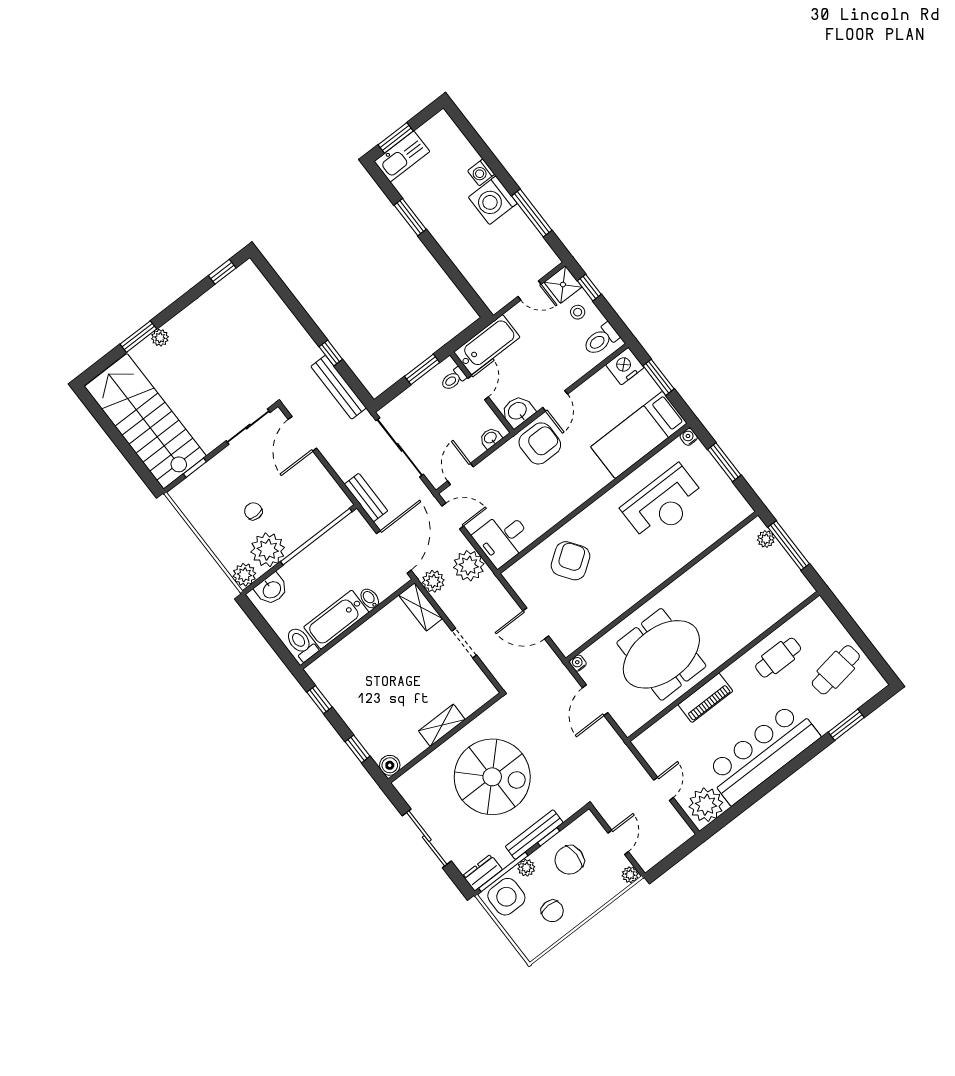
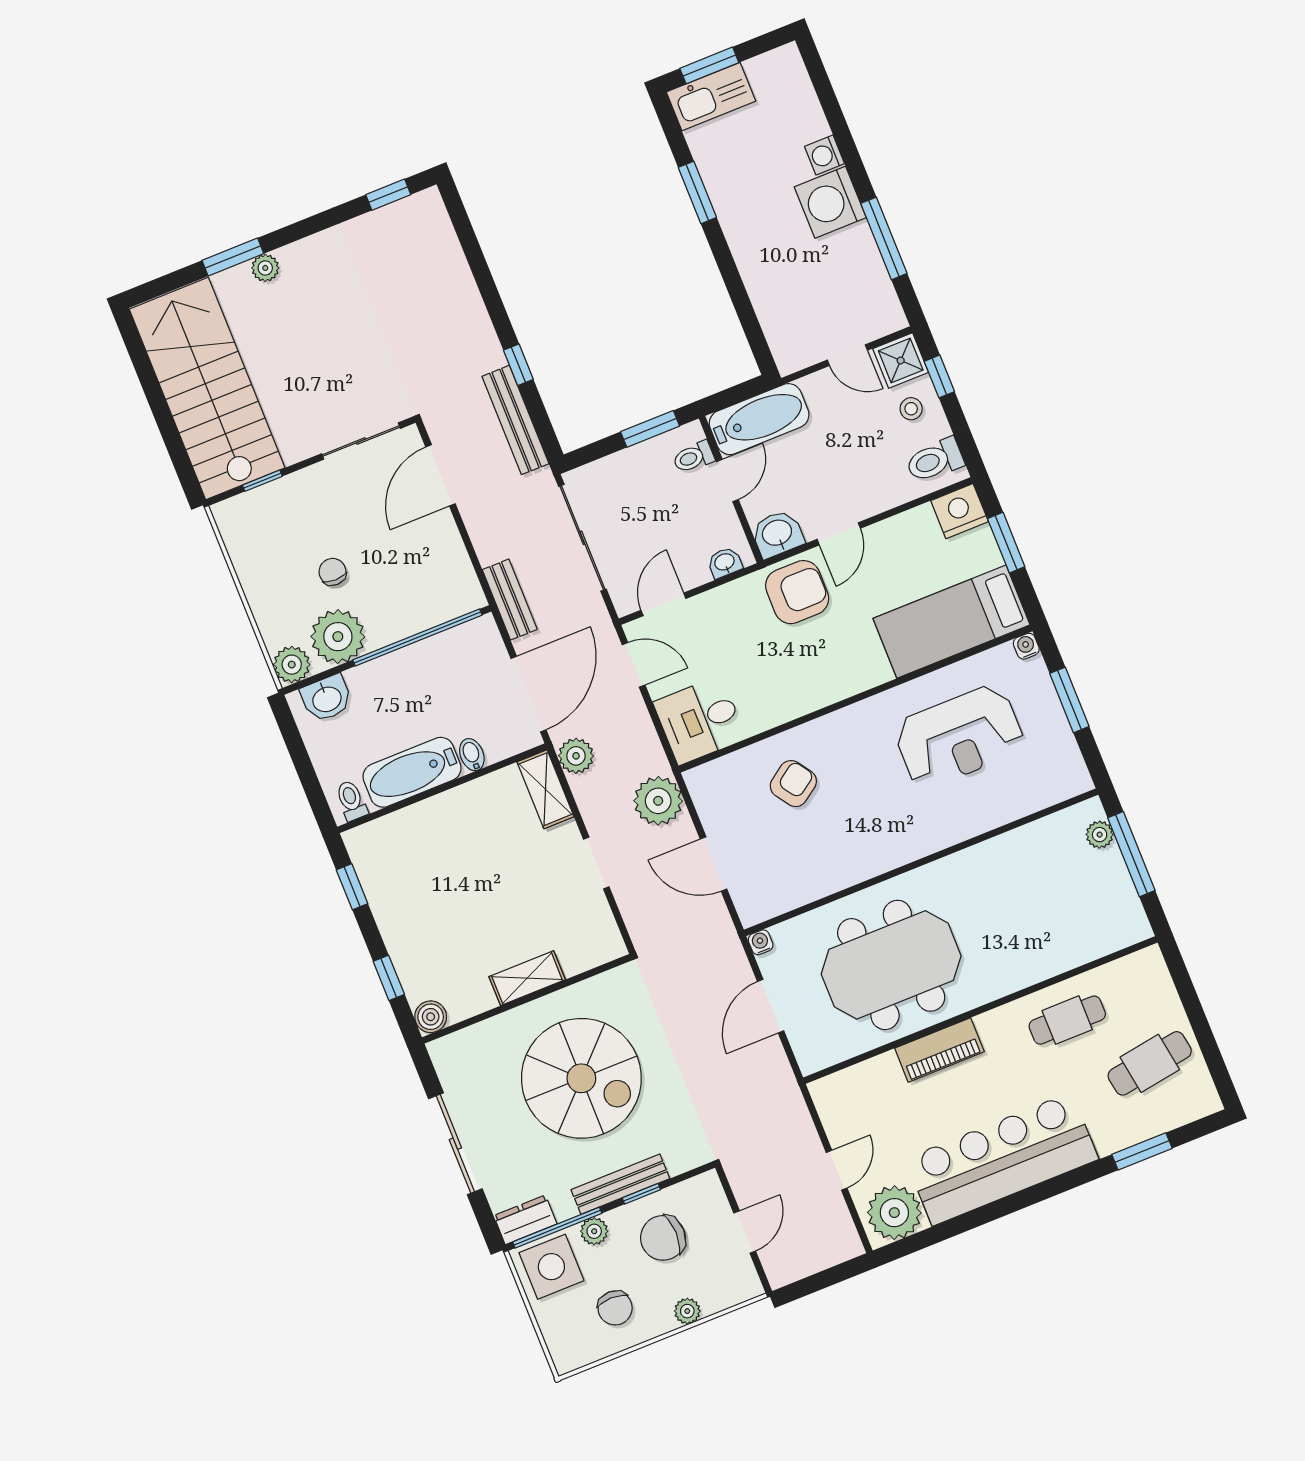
armchair: (570, 561) -> (793, 784), width x0.72, depth x0.72
plant: (469, 566) -> (658, 801), moved
toilet: (301, 644) -> (351, 801), width x0.73, depth x0.72
plant: (630, 875) -> (687, 1311), moved

